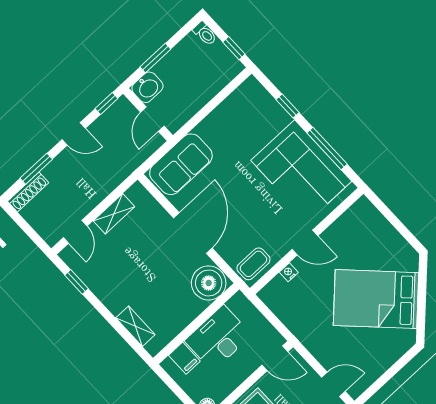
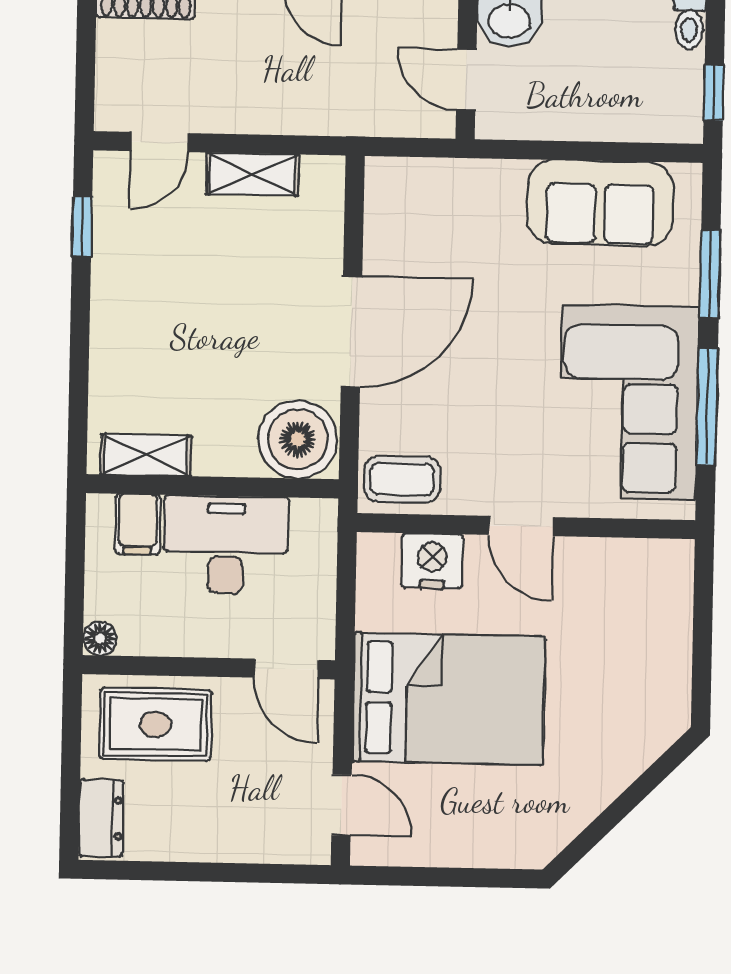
window: (288, 106) -> (710, 274), width x1.50
door: (152, 119) -> (466, 80), hinge flipped
sofa: (181, 164) -> (600, 203), moved
nightstand: (289, 272) -> (432, 561), width x1.89, depth x1.79
bed: (376, 299) -> (449, 699), moved, turned 135
shelving: (135, 326) -> (146, 455), moved, turned 90

